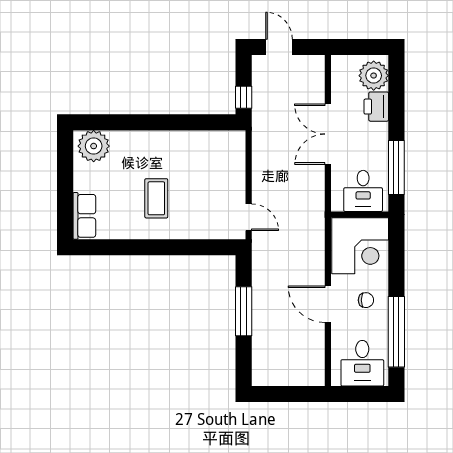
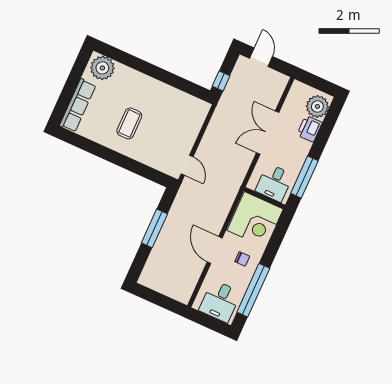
row of seats: (84, 216) -> (78, 105), width x1.48

